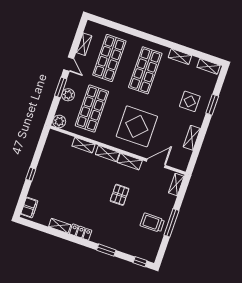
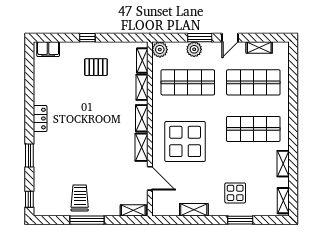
pallet: (120, 195) -> (96, 67), moved
shelving: (60, 226) -> (142, 60), moved

